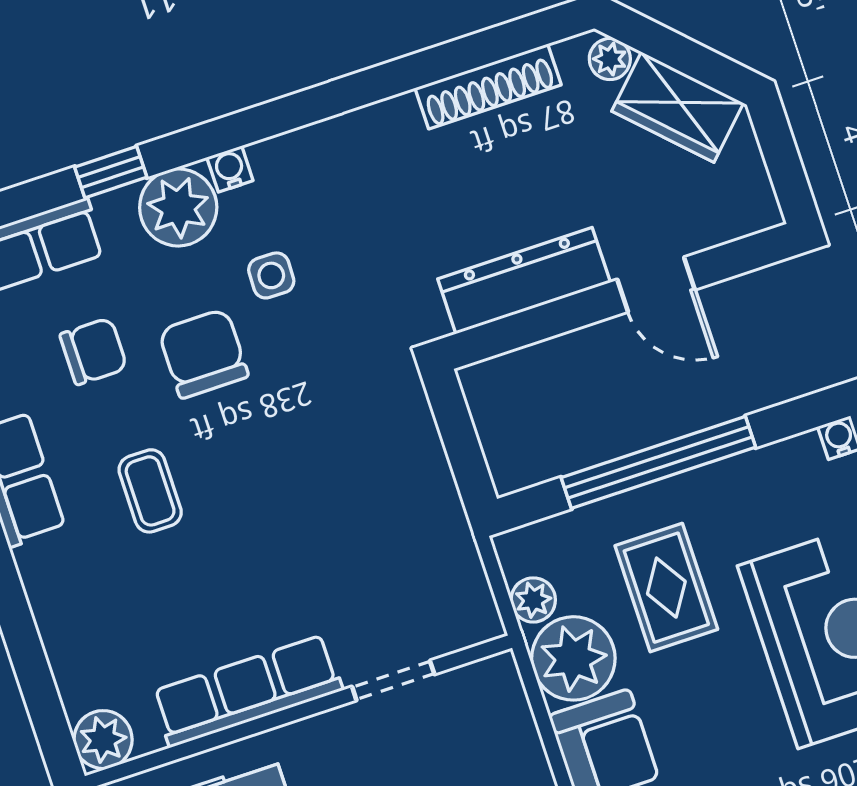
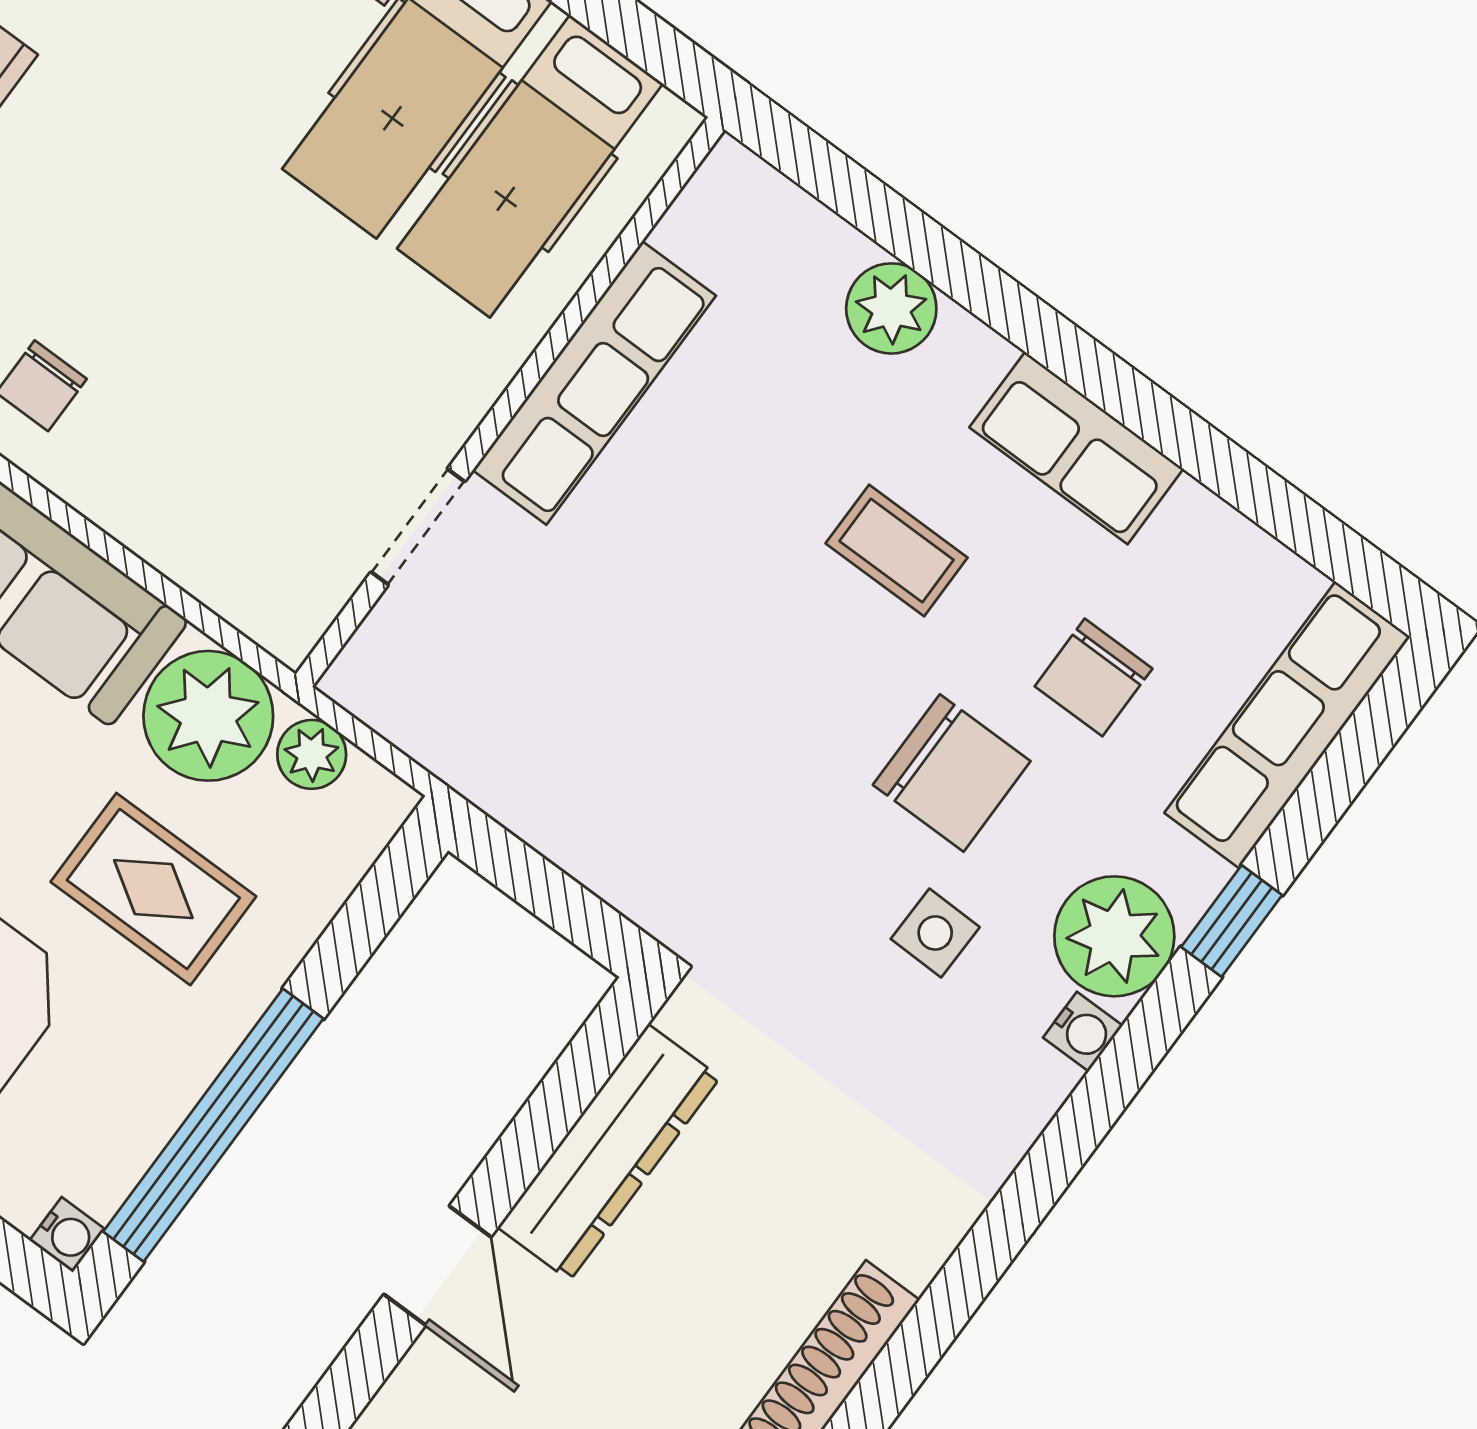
door: (656, 284) -> (437, 1266), swing flipped
window: (658, 462) -> (213, 1125), moved
plant: (103, 740) -> (891, 308), moved

